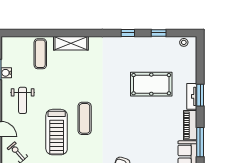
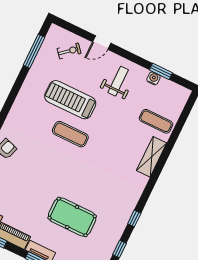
pool table: (151, 84) -> (72, 217), turned 90
weight bench: (23, 100) -> (118, 81), turned 90

